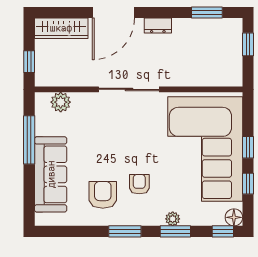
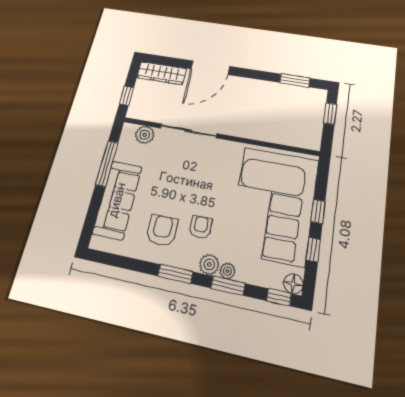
dresser: (158, 26) -> (248, 84), removed
sliding door: (129, 89) -> (188, 131), moved
plant: (155, 217) -> (209, 265), added

